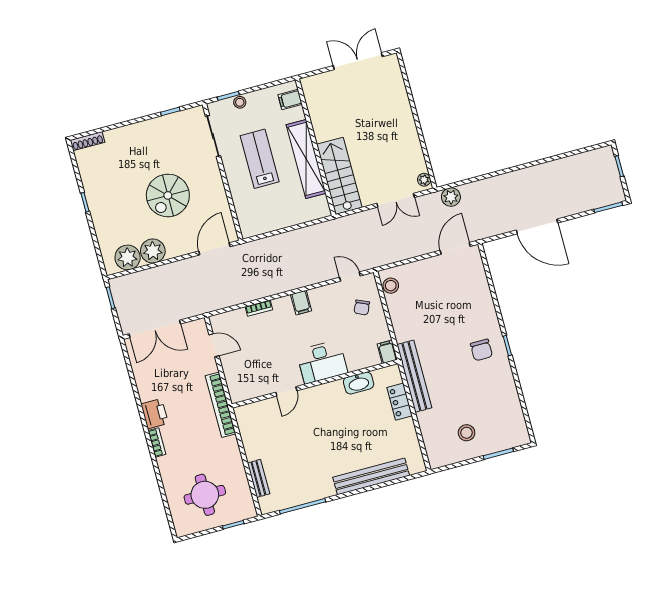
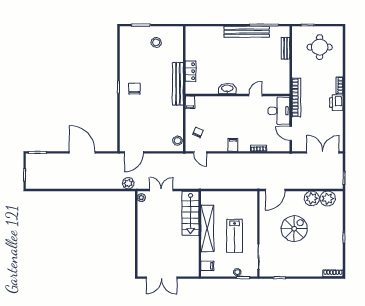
desk: (322, 362) -> (279, 111), moved, turned 90
washbasin: (359, 383) -> (227, 89), moved
bench: (371, 476) -> (247, 32), moved

